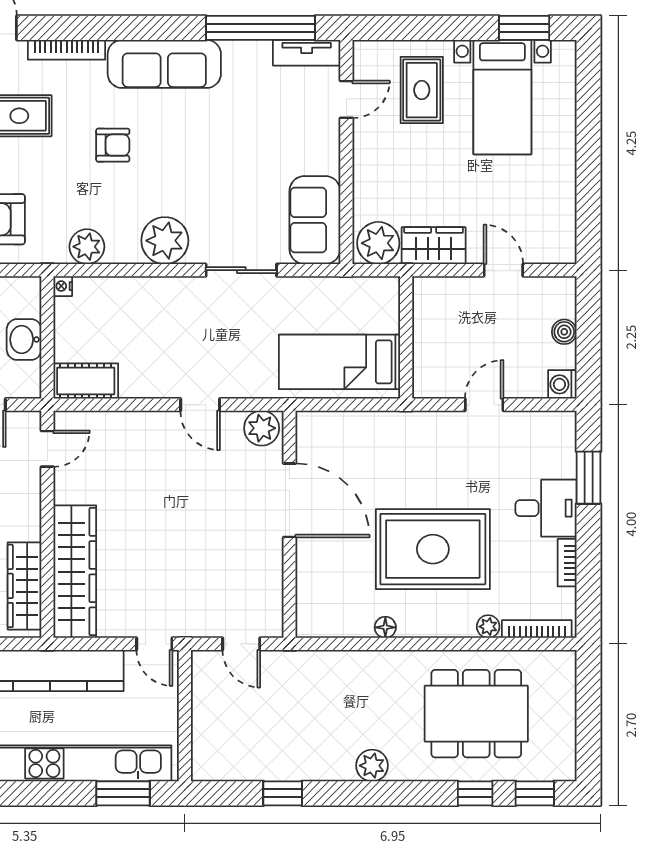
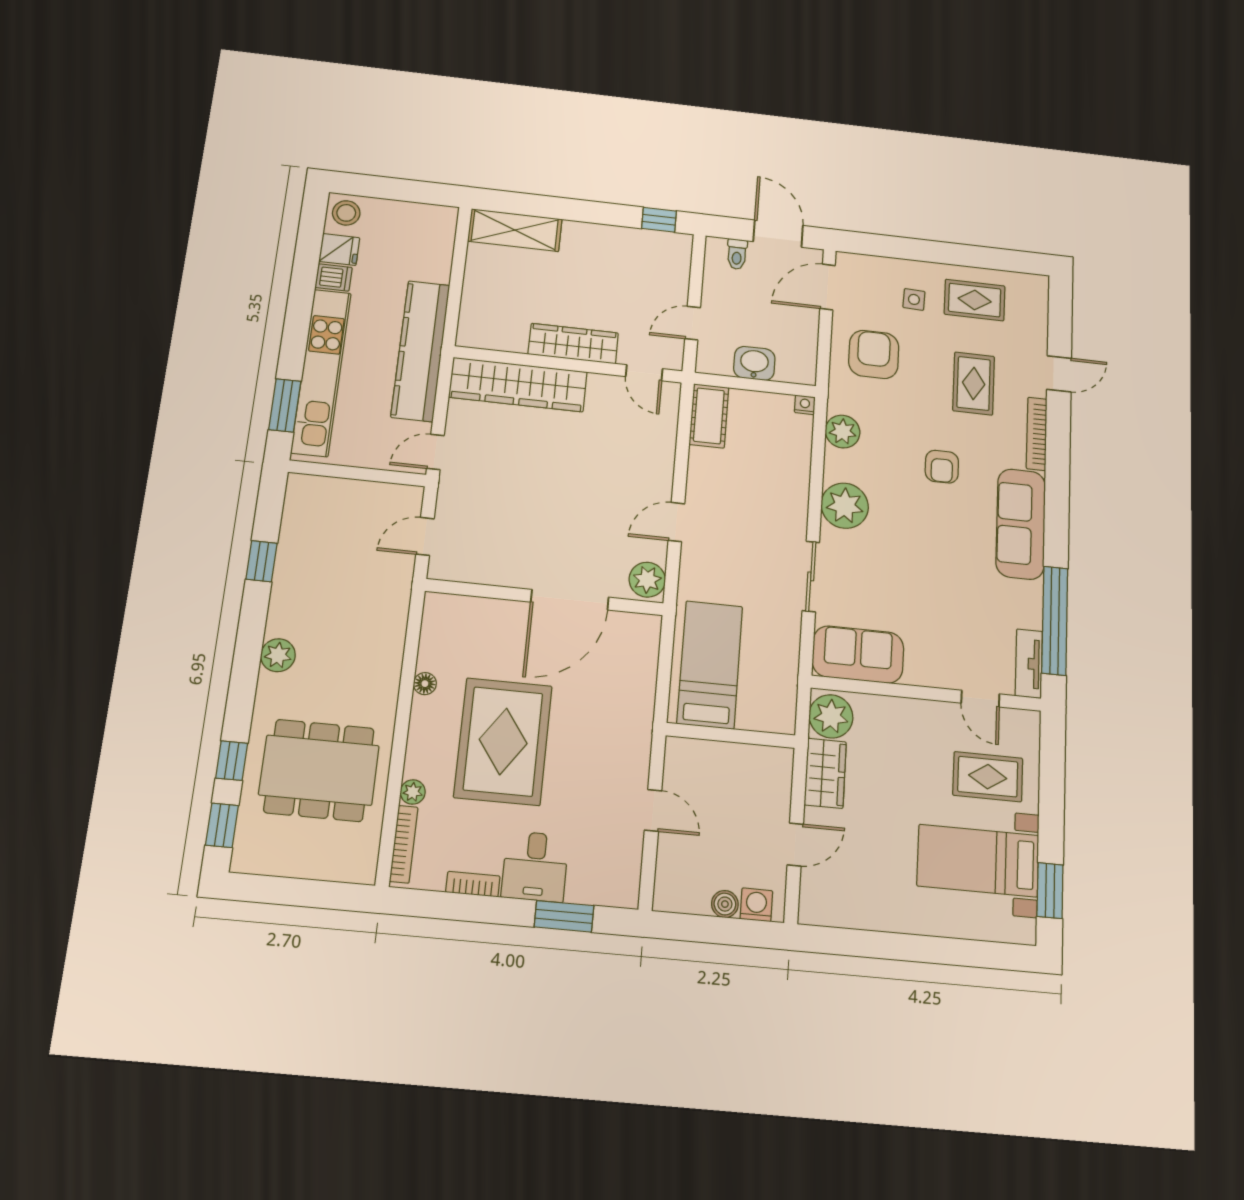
washing machine: (562, 384) -> (756, 905), moved
wardrobe: (24, 586) -> (573, 344), moved
dining table: (476, 714) -> (319, 770), turned 90

